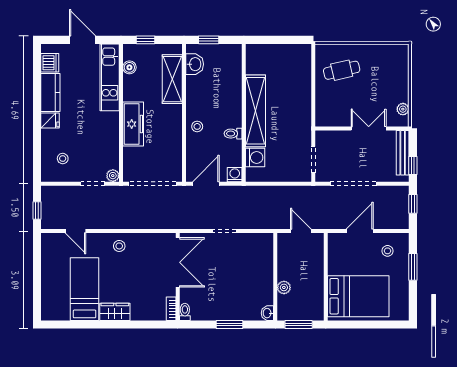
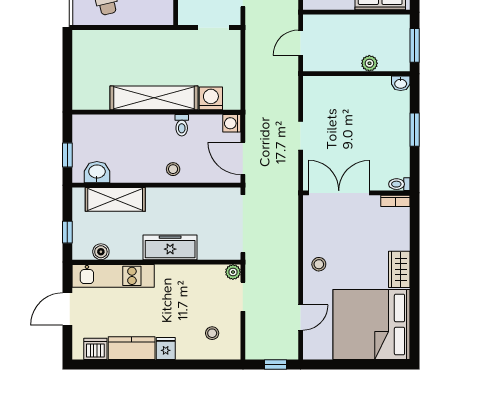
bed: (85, 289) -> (372, 325), width x2.04

